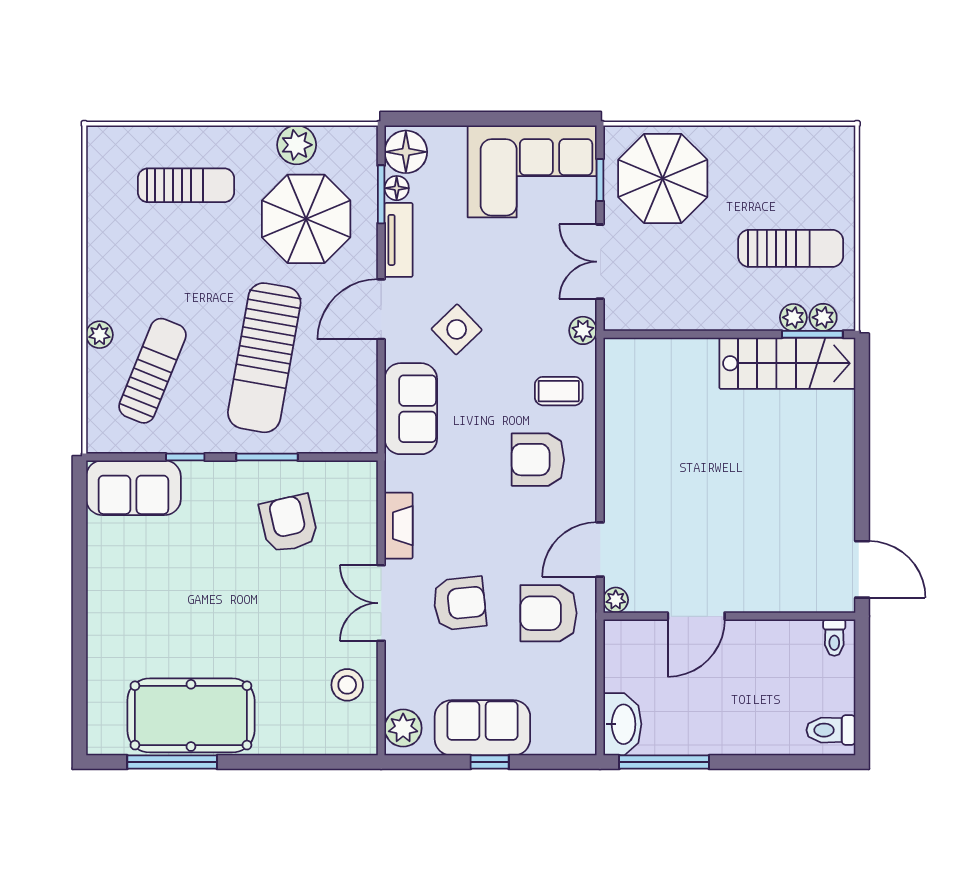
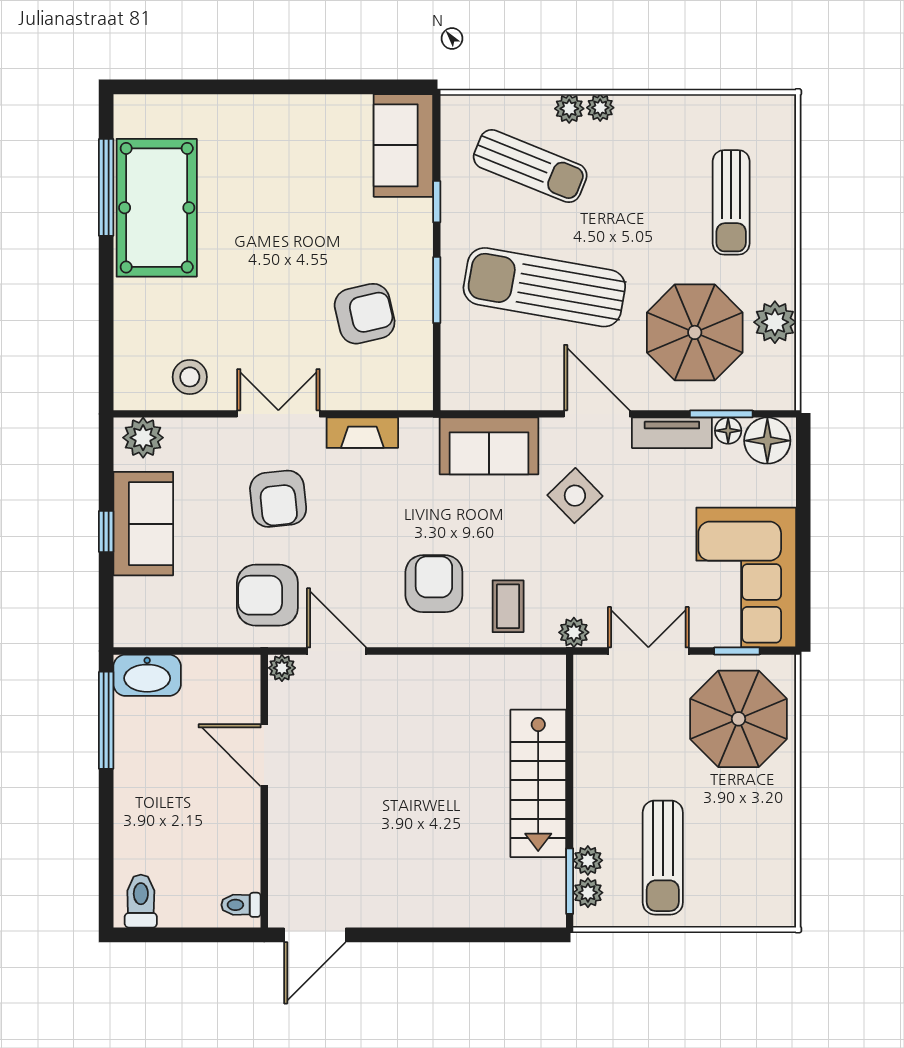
plant: (99, 306) -> (600, 108), added
stairs: (787, 363) -> (538, 783), moved
armchair: (549, 613) -> (267, 595), turned -90

